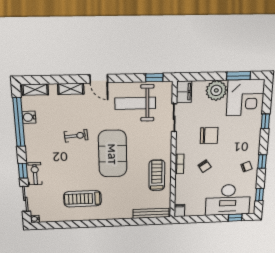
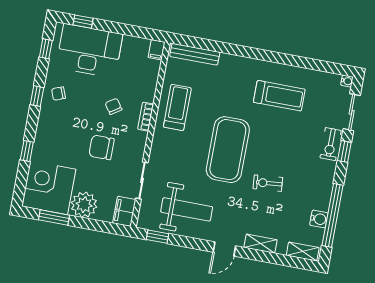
door: (99, 79) -> (224, 249), swing flipped
treadmill: (157, 175) -> (177, 107), turned 180

